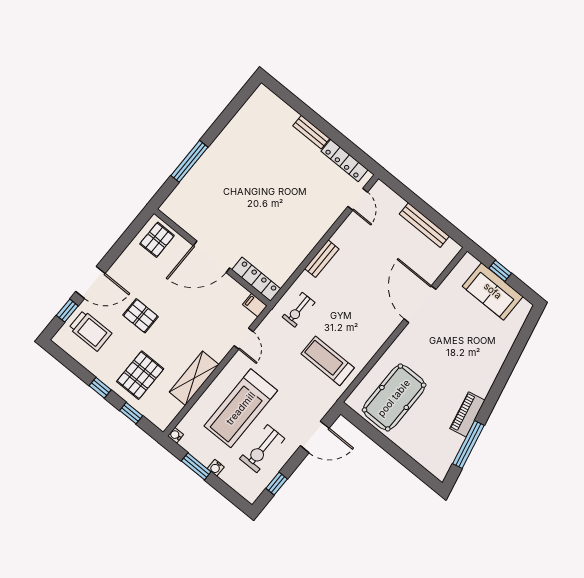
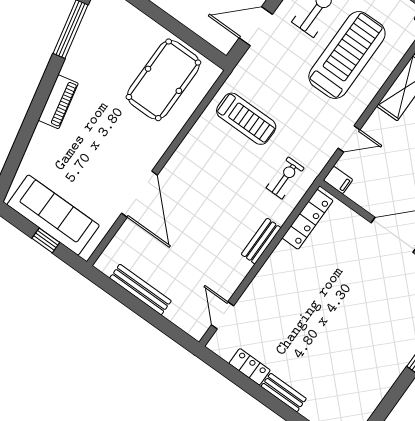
locker: (344, 161) -> (250, 367), width x0.66
locker: (256, 279) -> (308, 219), moved, turned -90
sofa: (493, 291) -> (53, 215), width x1.36
door: (244, 339) -> (349, 139), swing flipped
piano: (467, 414) -> (58, 102), moved

